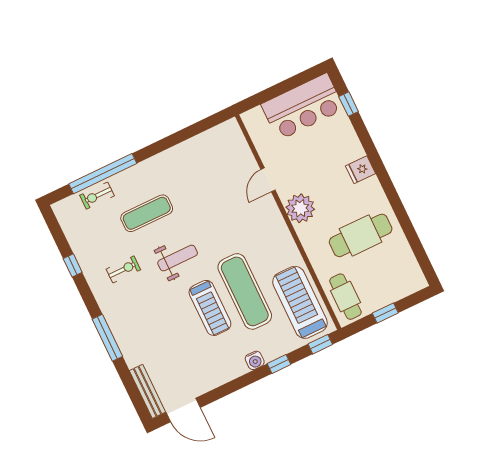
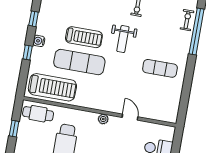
plant: (300, 208) -> (103, 119), width x0.53, depth x0.53
exercise mat: (147, 213) -> (160, 68), moved, turned 90
treadmill: (210, 308) -> (84, 37), turned 180
window: (320, 344) -> (34, 19), moved

